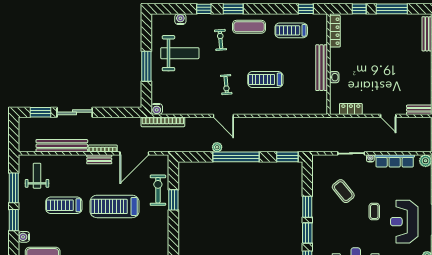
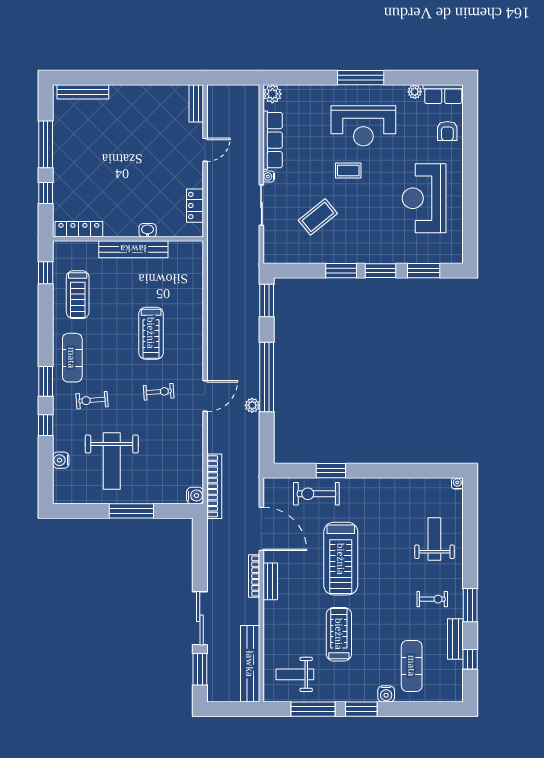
weight bench: (180, 53) -> (112, 461), turned 180
bench: (62, 146) -> (250, 664), moved
treadmill: (64, 205) -> (339, 634), turned 180

